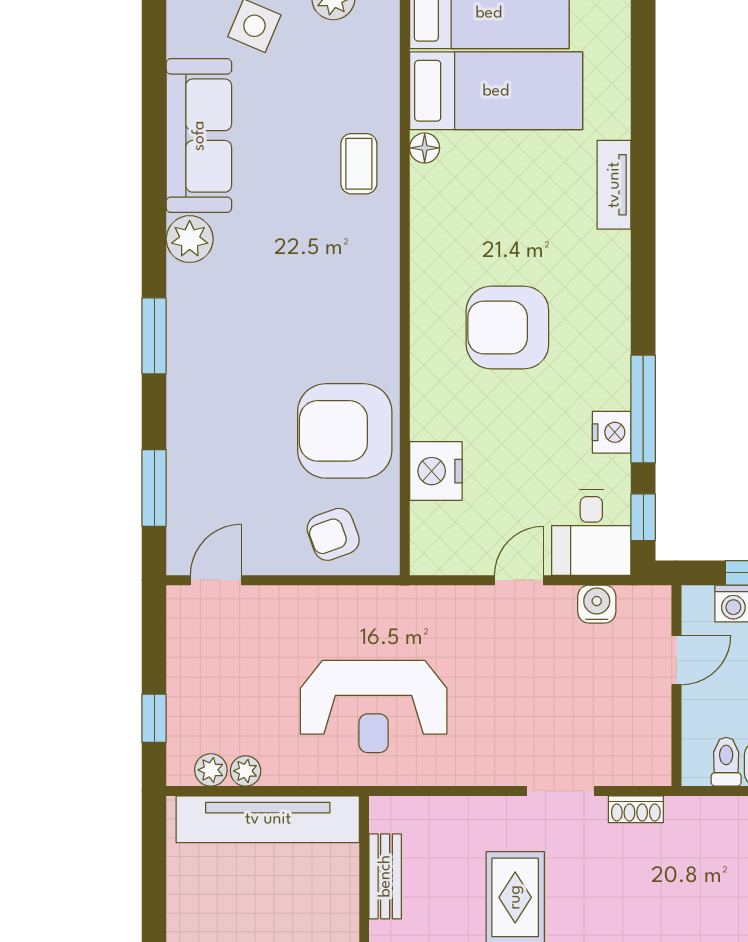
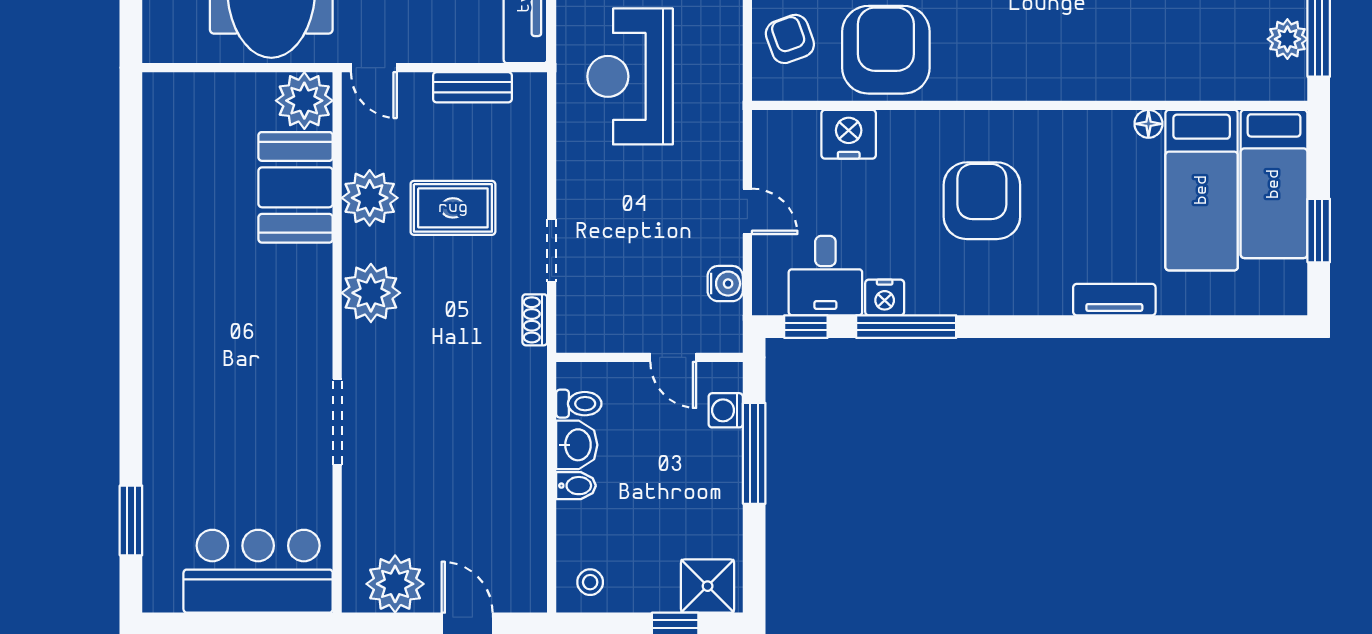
coffee table: (359, 164) -> (1134, 63), removed
desk: (591, 533) -> (825, 276), moved, turned -90

